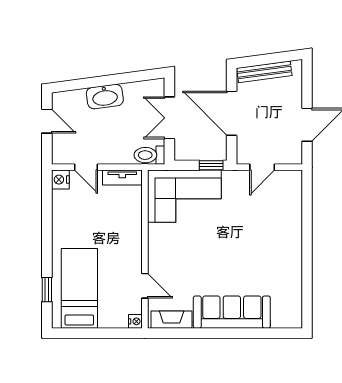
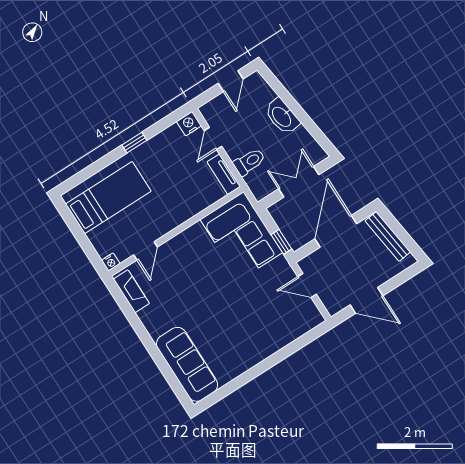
toilet: (149, 155) -> (249, 162), moved, turned 90
window: (47, 290) -> (134, 143), moved
sofa: (232, 312) -> (187, 364), moved

